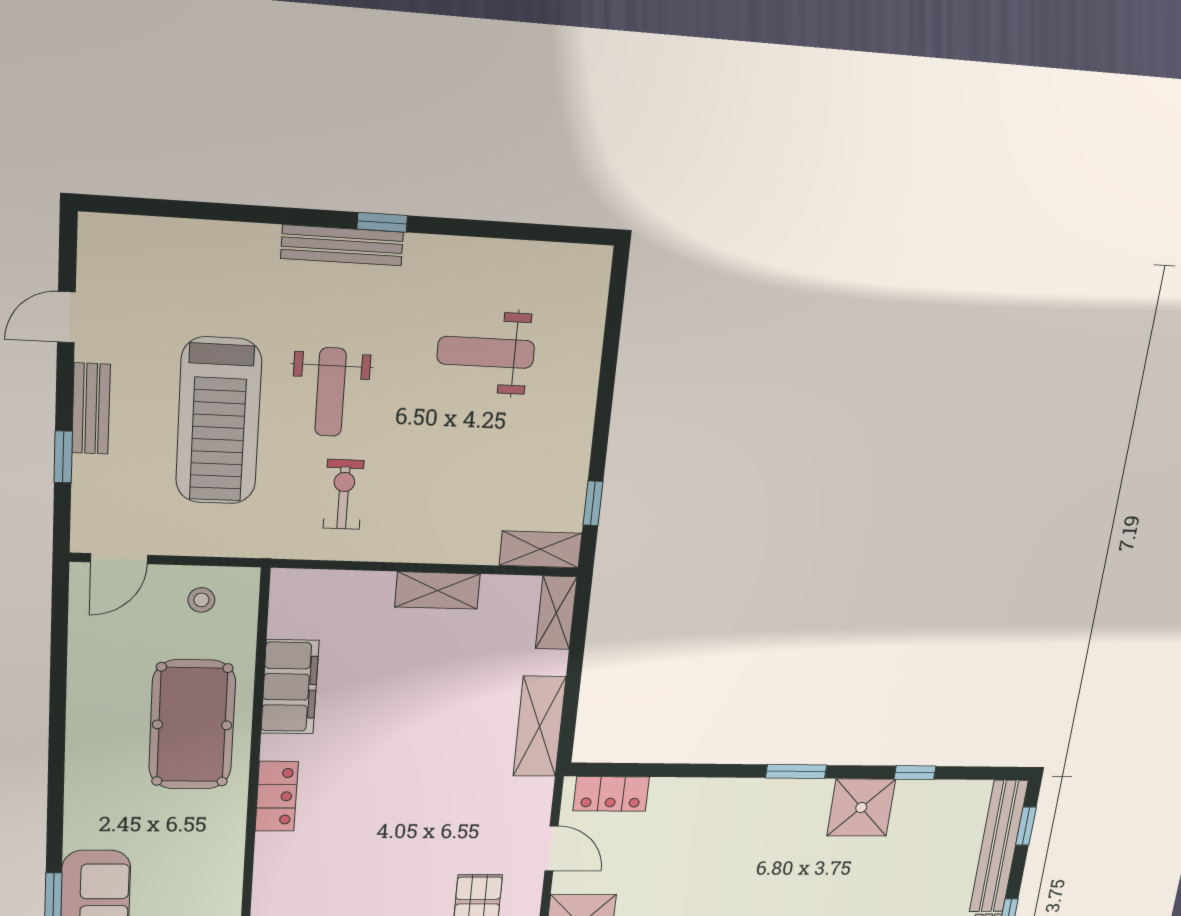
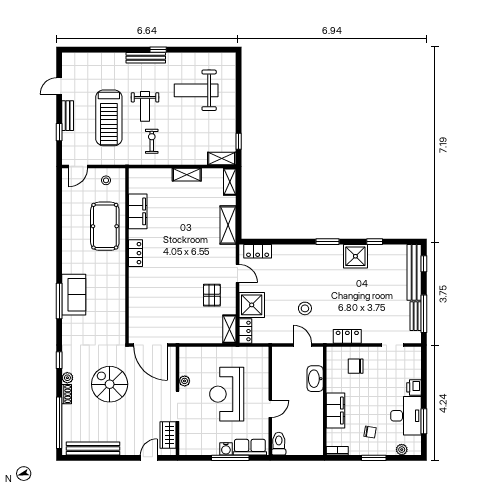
weight bench: (486, 352) -> (196, 90), width x1.36, depth x1.33

